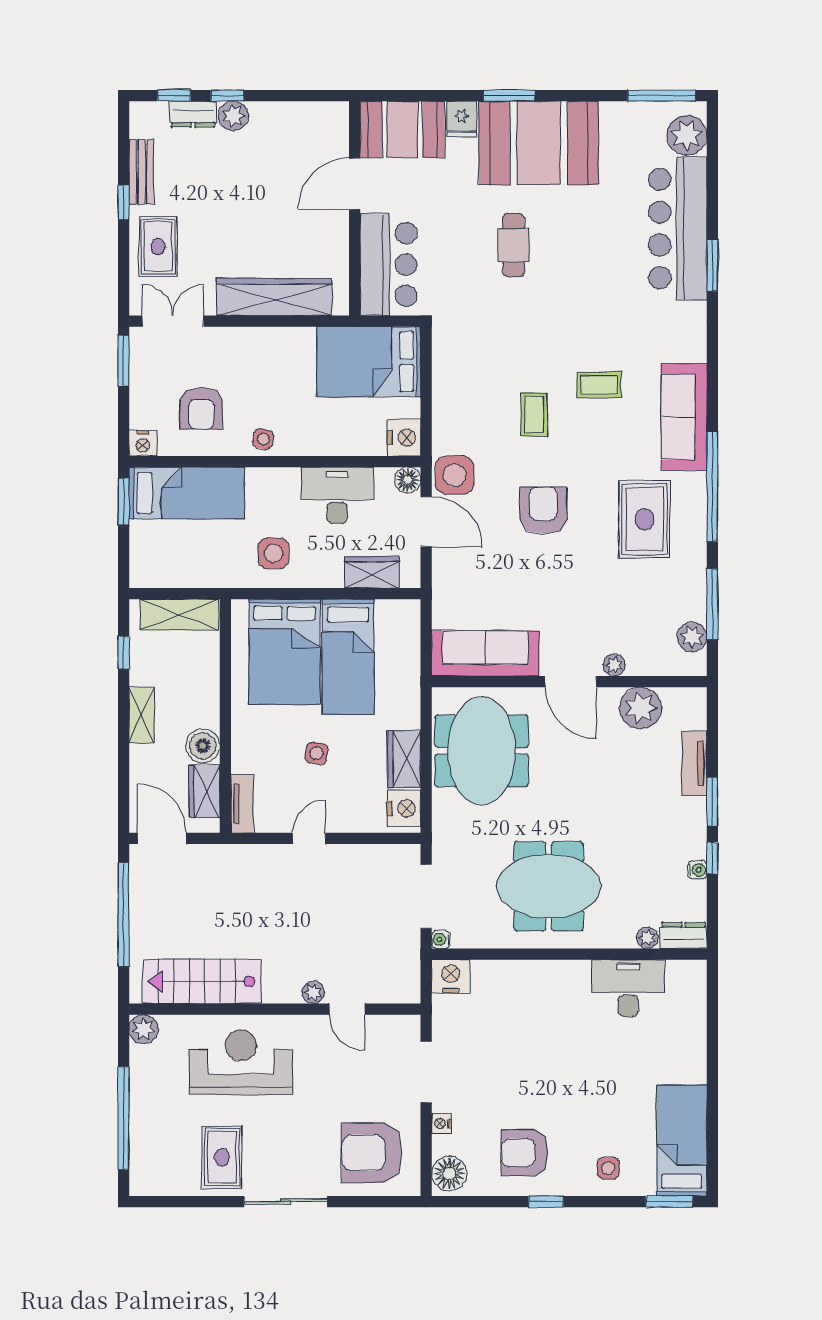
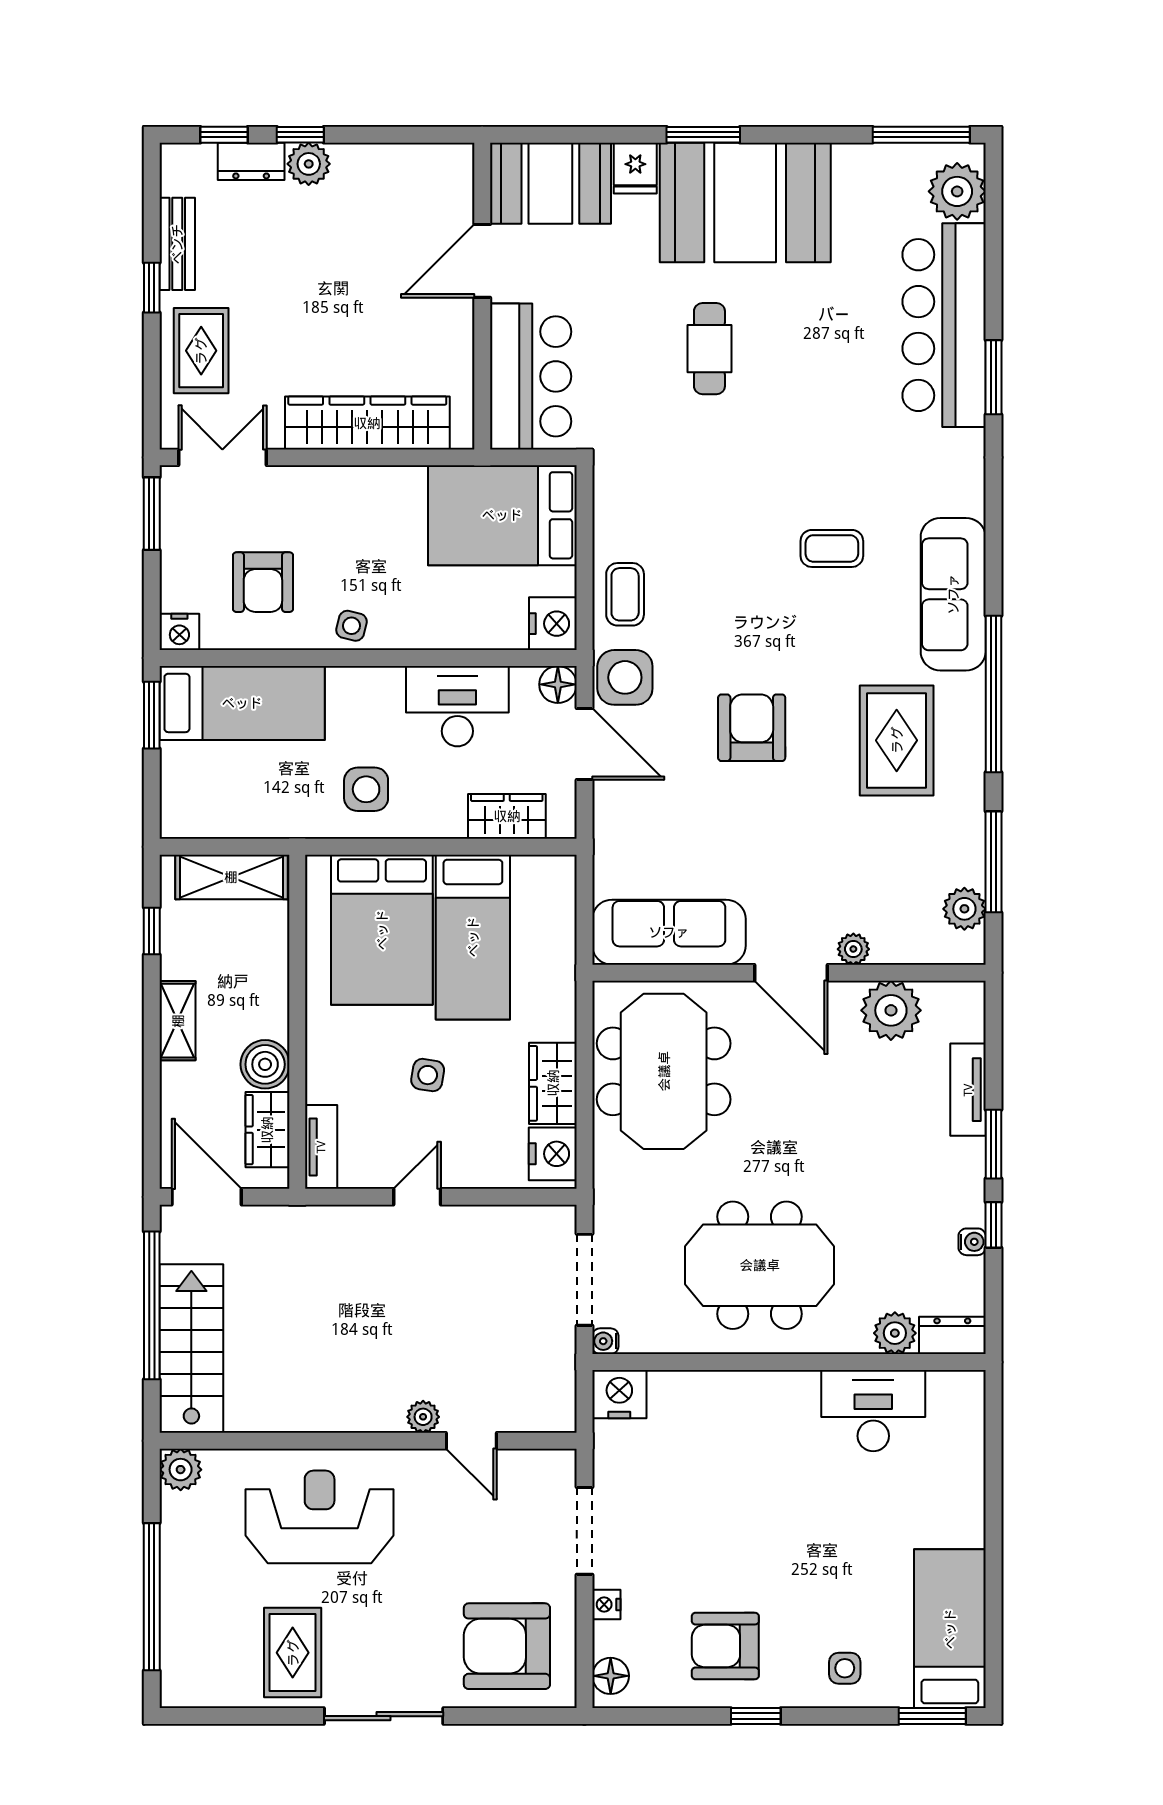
coffee table: (534, 415) -> (625, 594), moved
plant: (647, 938) -> (895, 1333), width x1.38, depth x1.38
stairs: (202, 981) -> (191, 1349), moved, turned 90
floor lamp: (449, 1174) -> (611, 1676), width x0.73, depth x0.73

